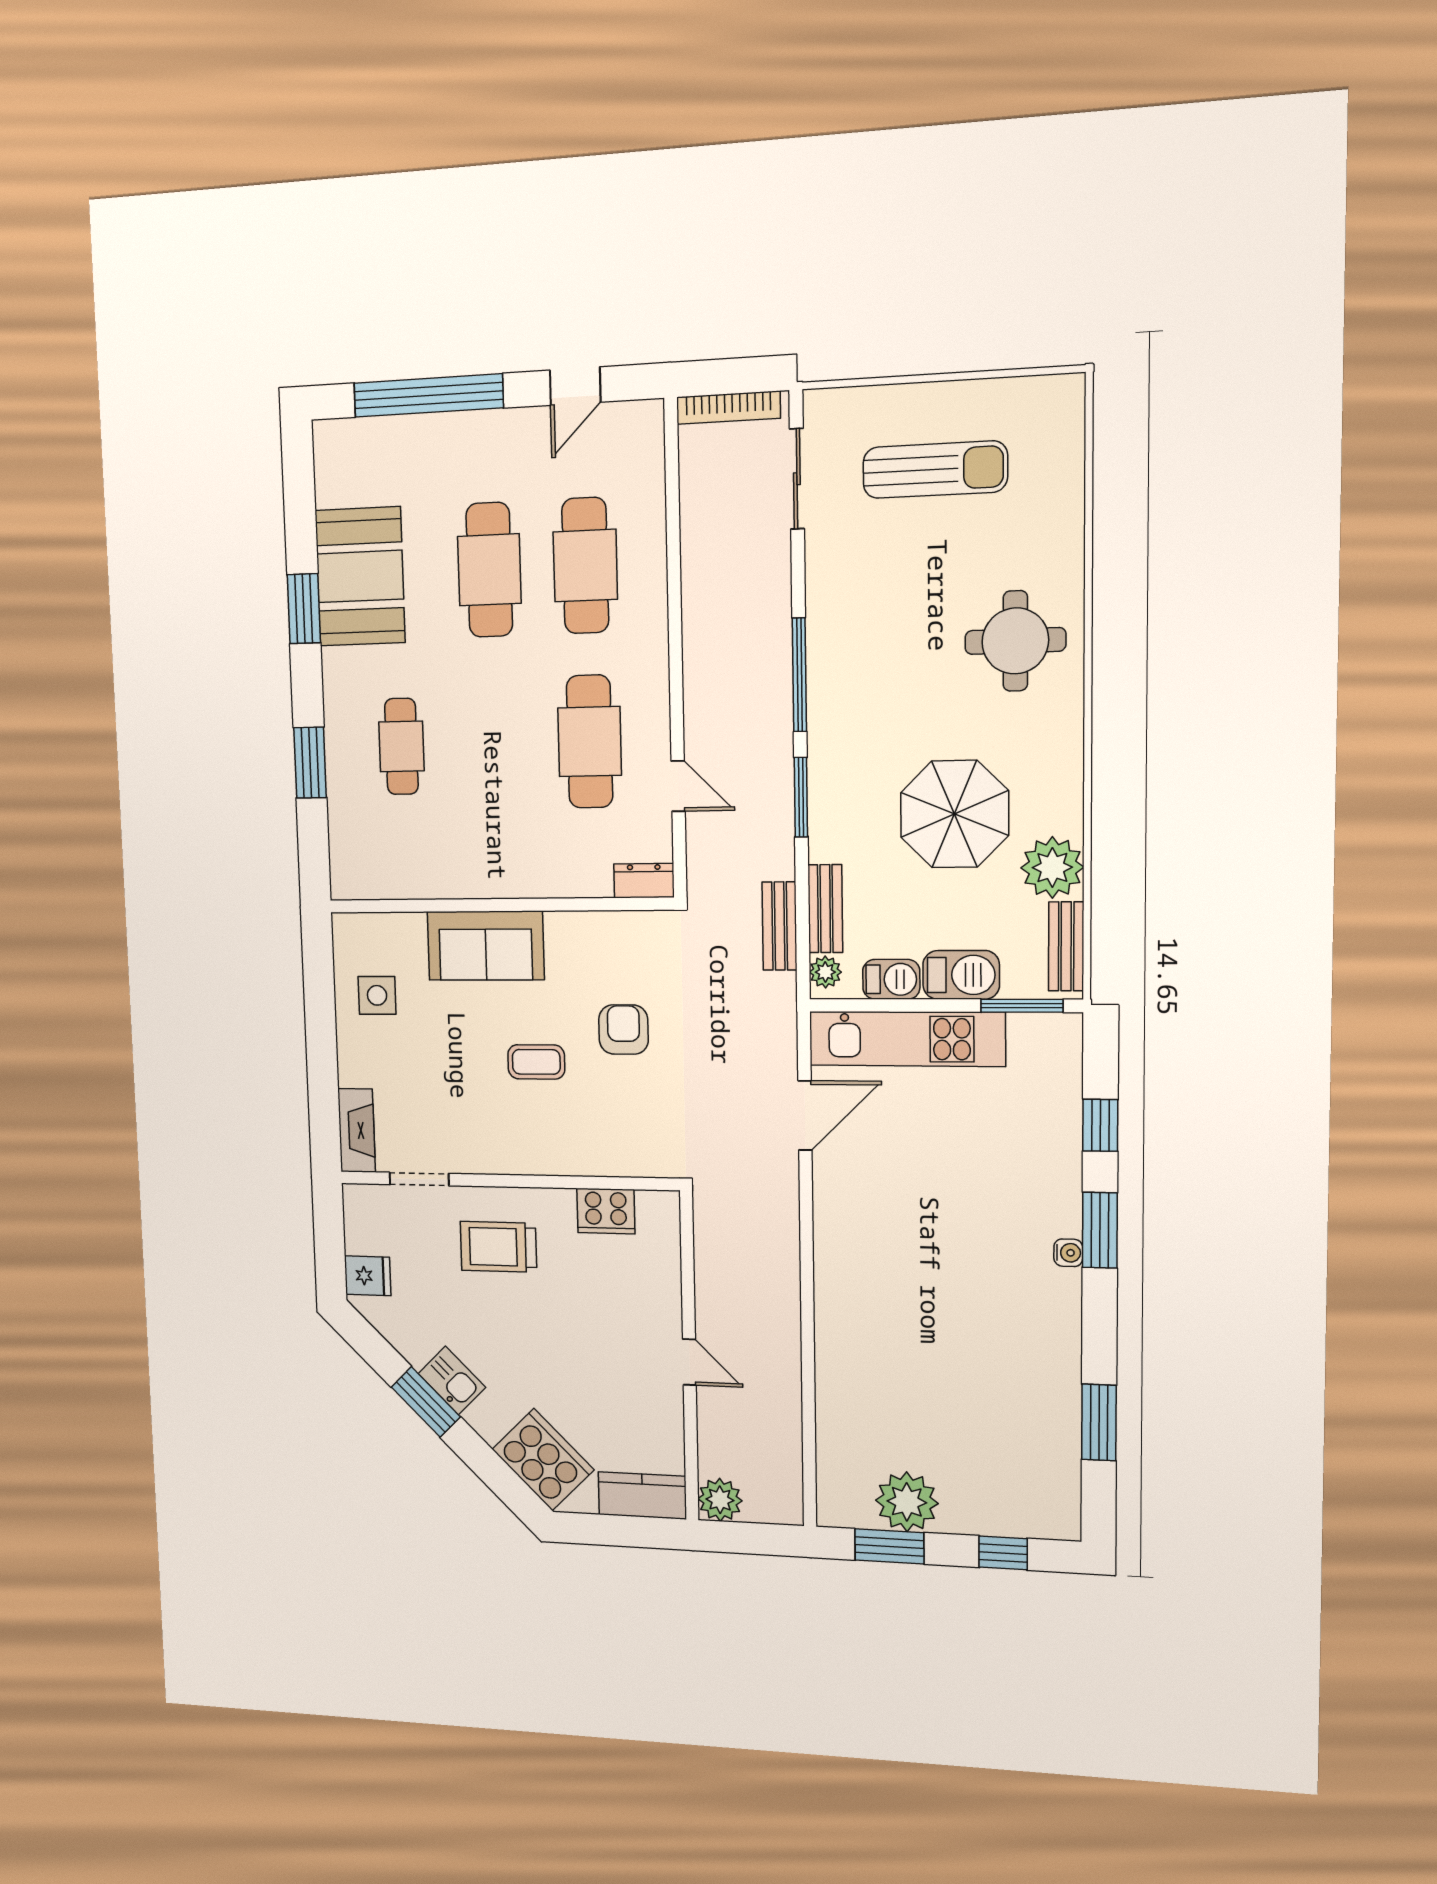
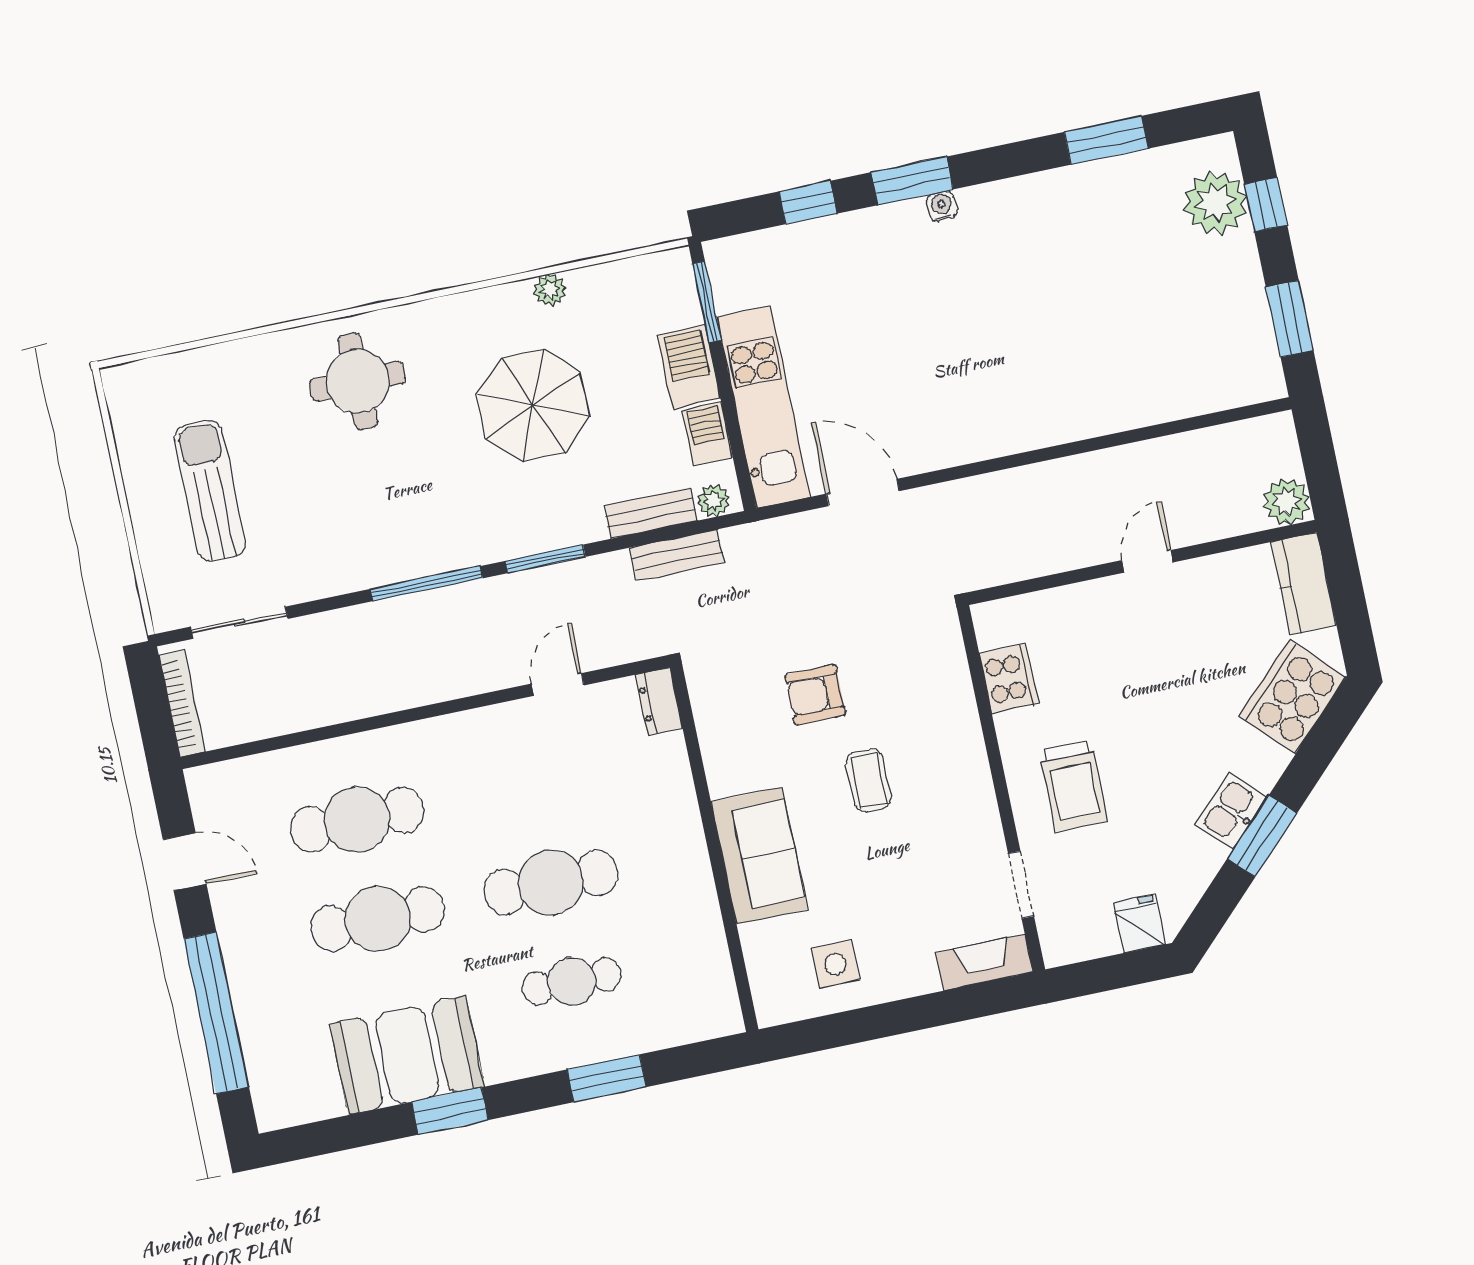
cafe table: (590, 742) -> (551, 883), moved
plant: (1052, 867) -> (550, 290), width x0.53, depth x0.53
bench: (1066, 946) -> (640, 272), removed
plant: (907, 1502) -> (1215, 203), moved

